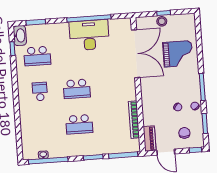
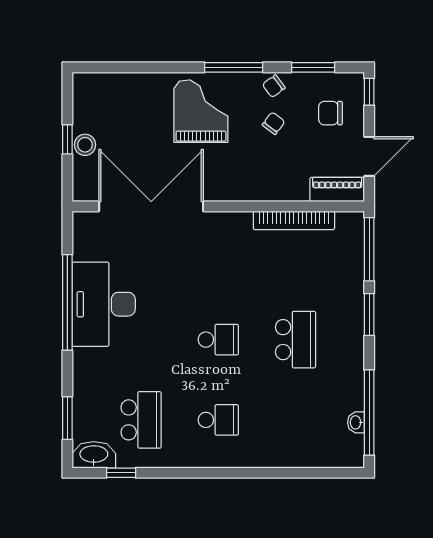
grand piano: (178, 54) -> (201, 111), moved
school desk: (77, 89) -> (218, 340), width x0.54
school desk: (40, 91) -> (218, 420), turned 180

